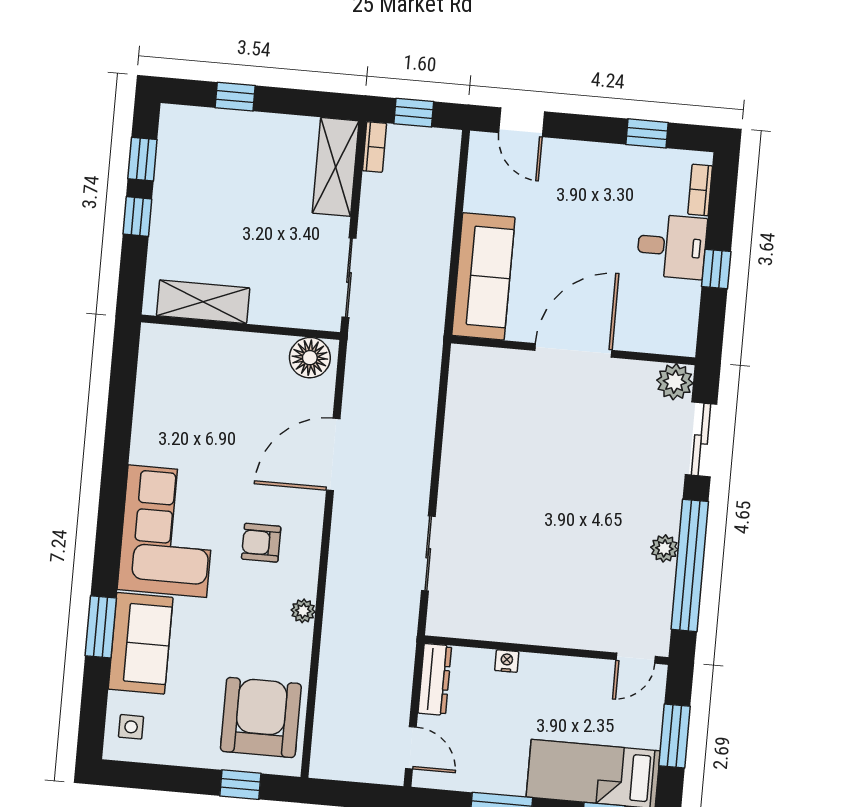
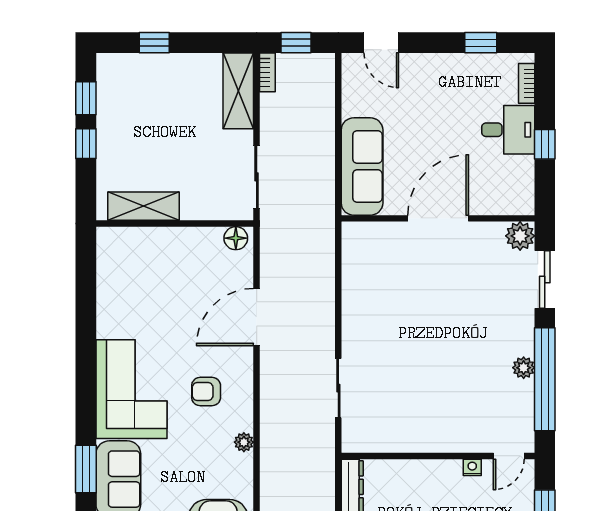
floor lamp: (310, 358) -> (236, 238), width x0.73, depth x0.73
nightstand: (507, 661) -> (472, 467), moved

